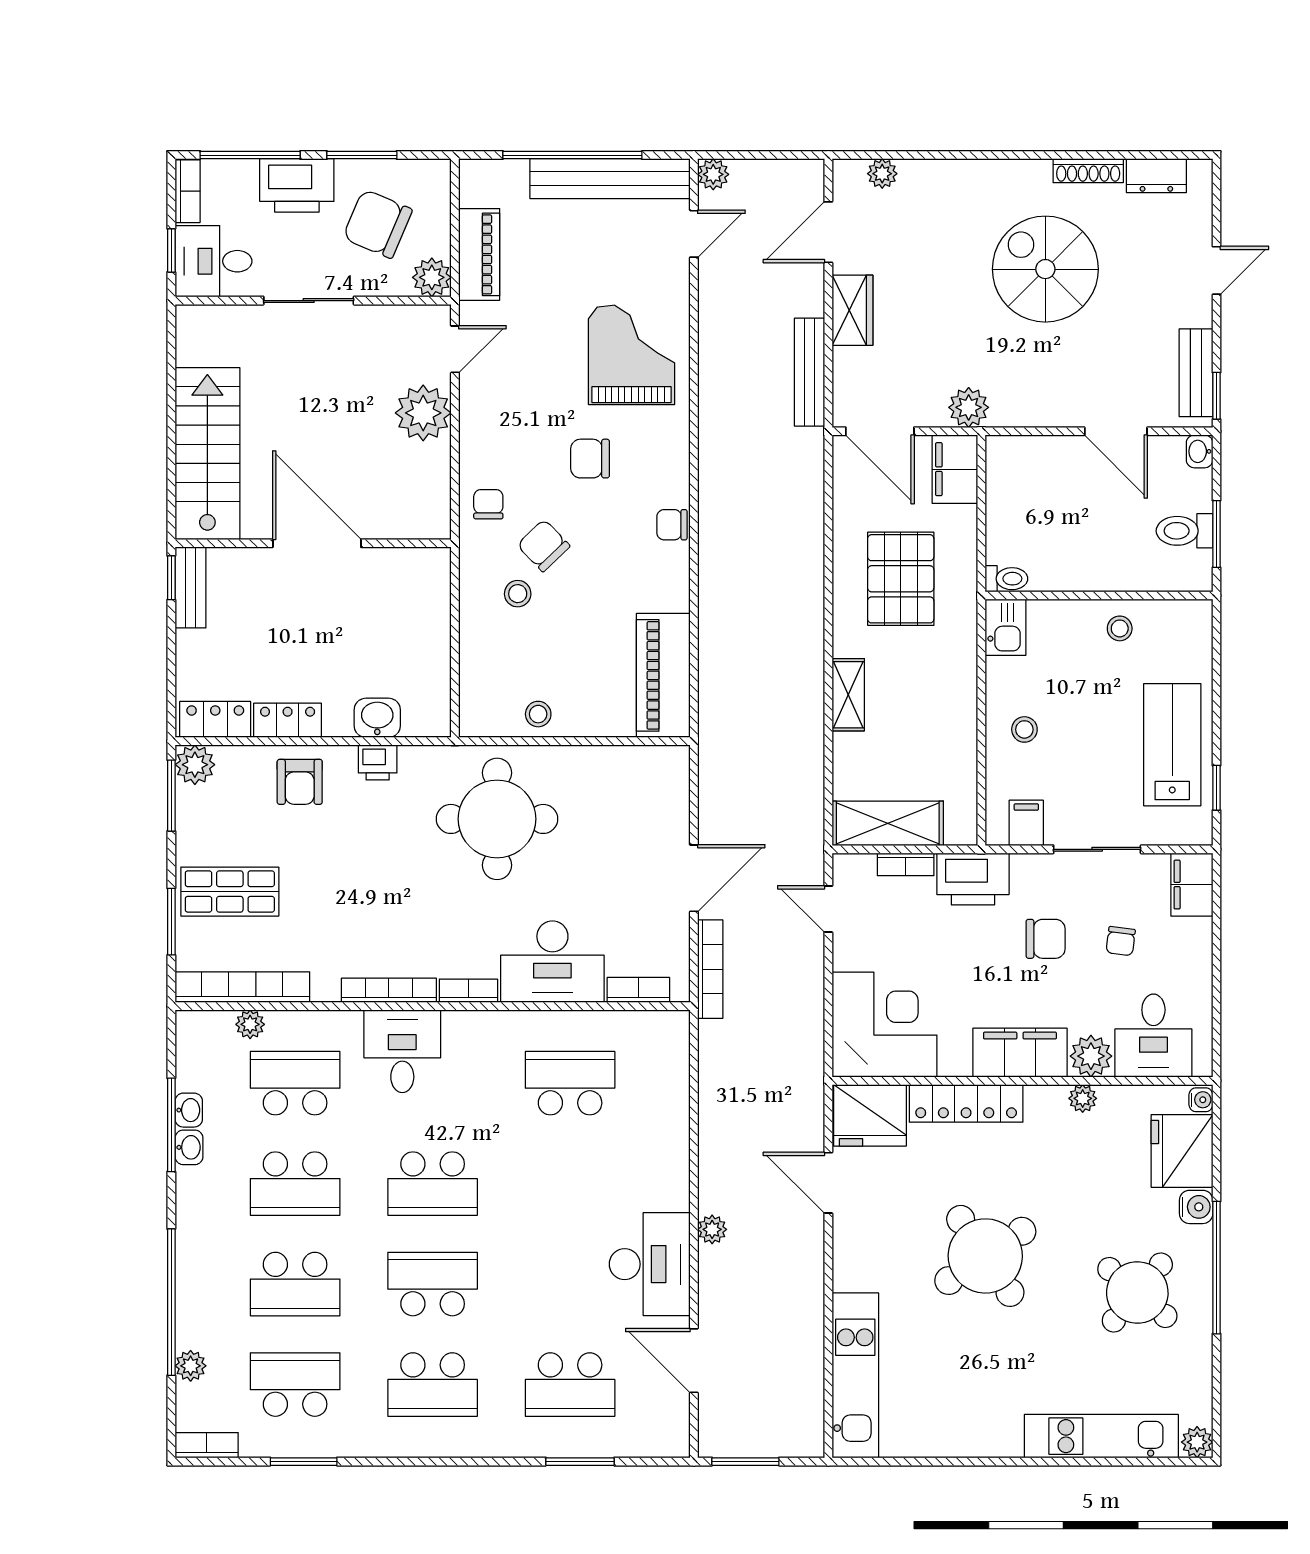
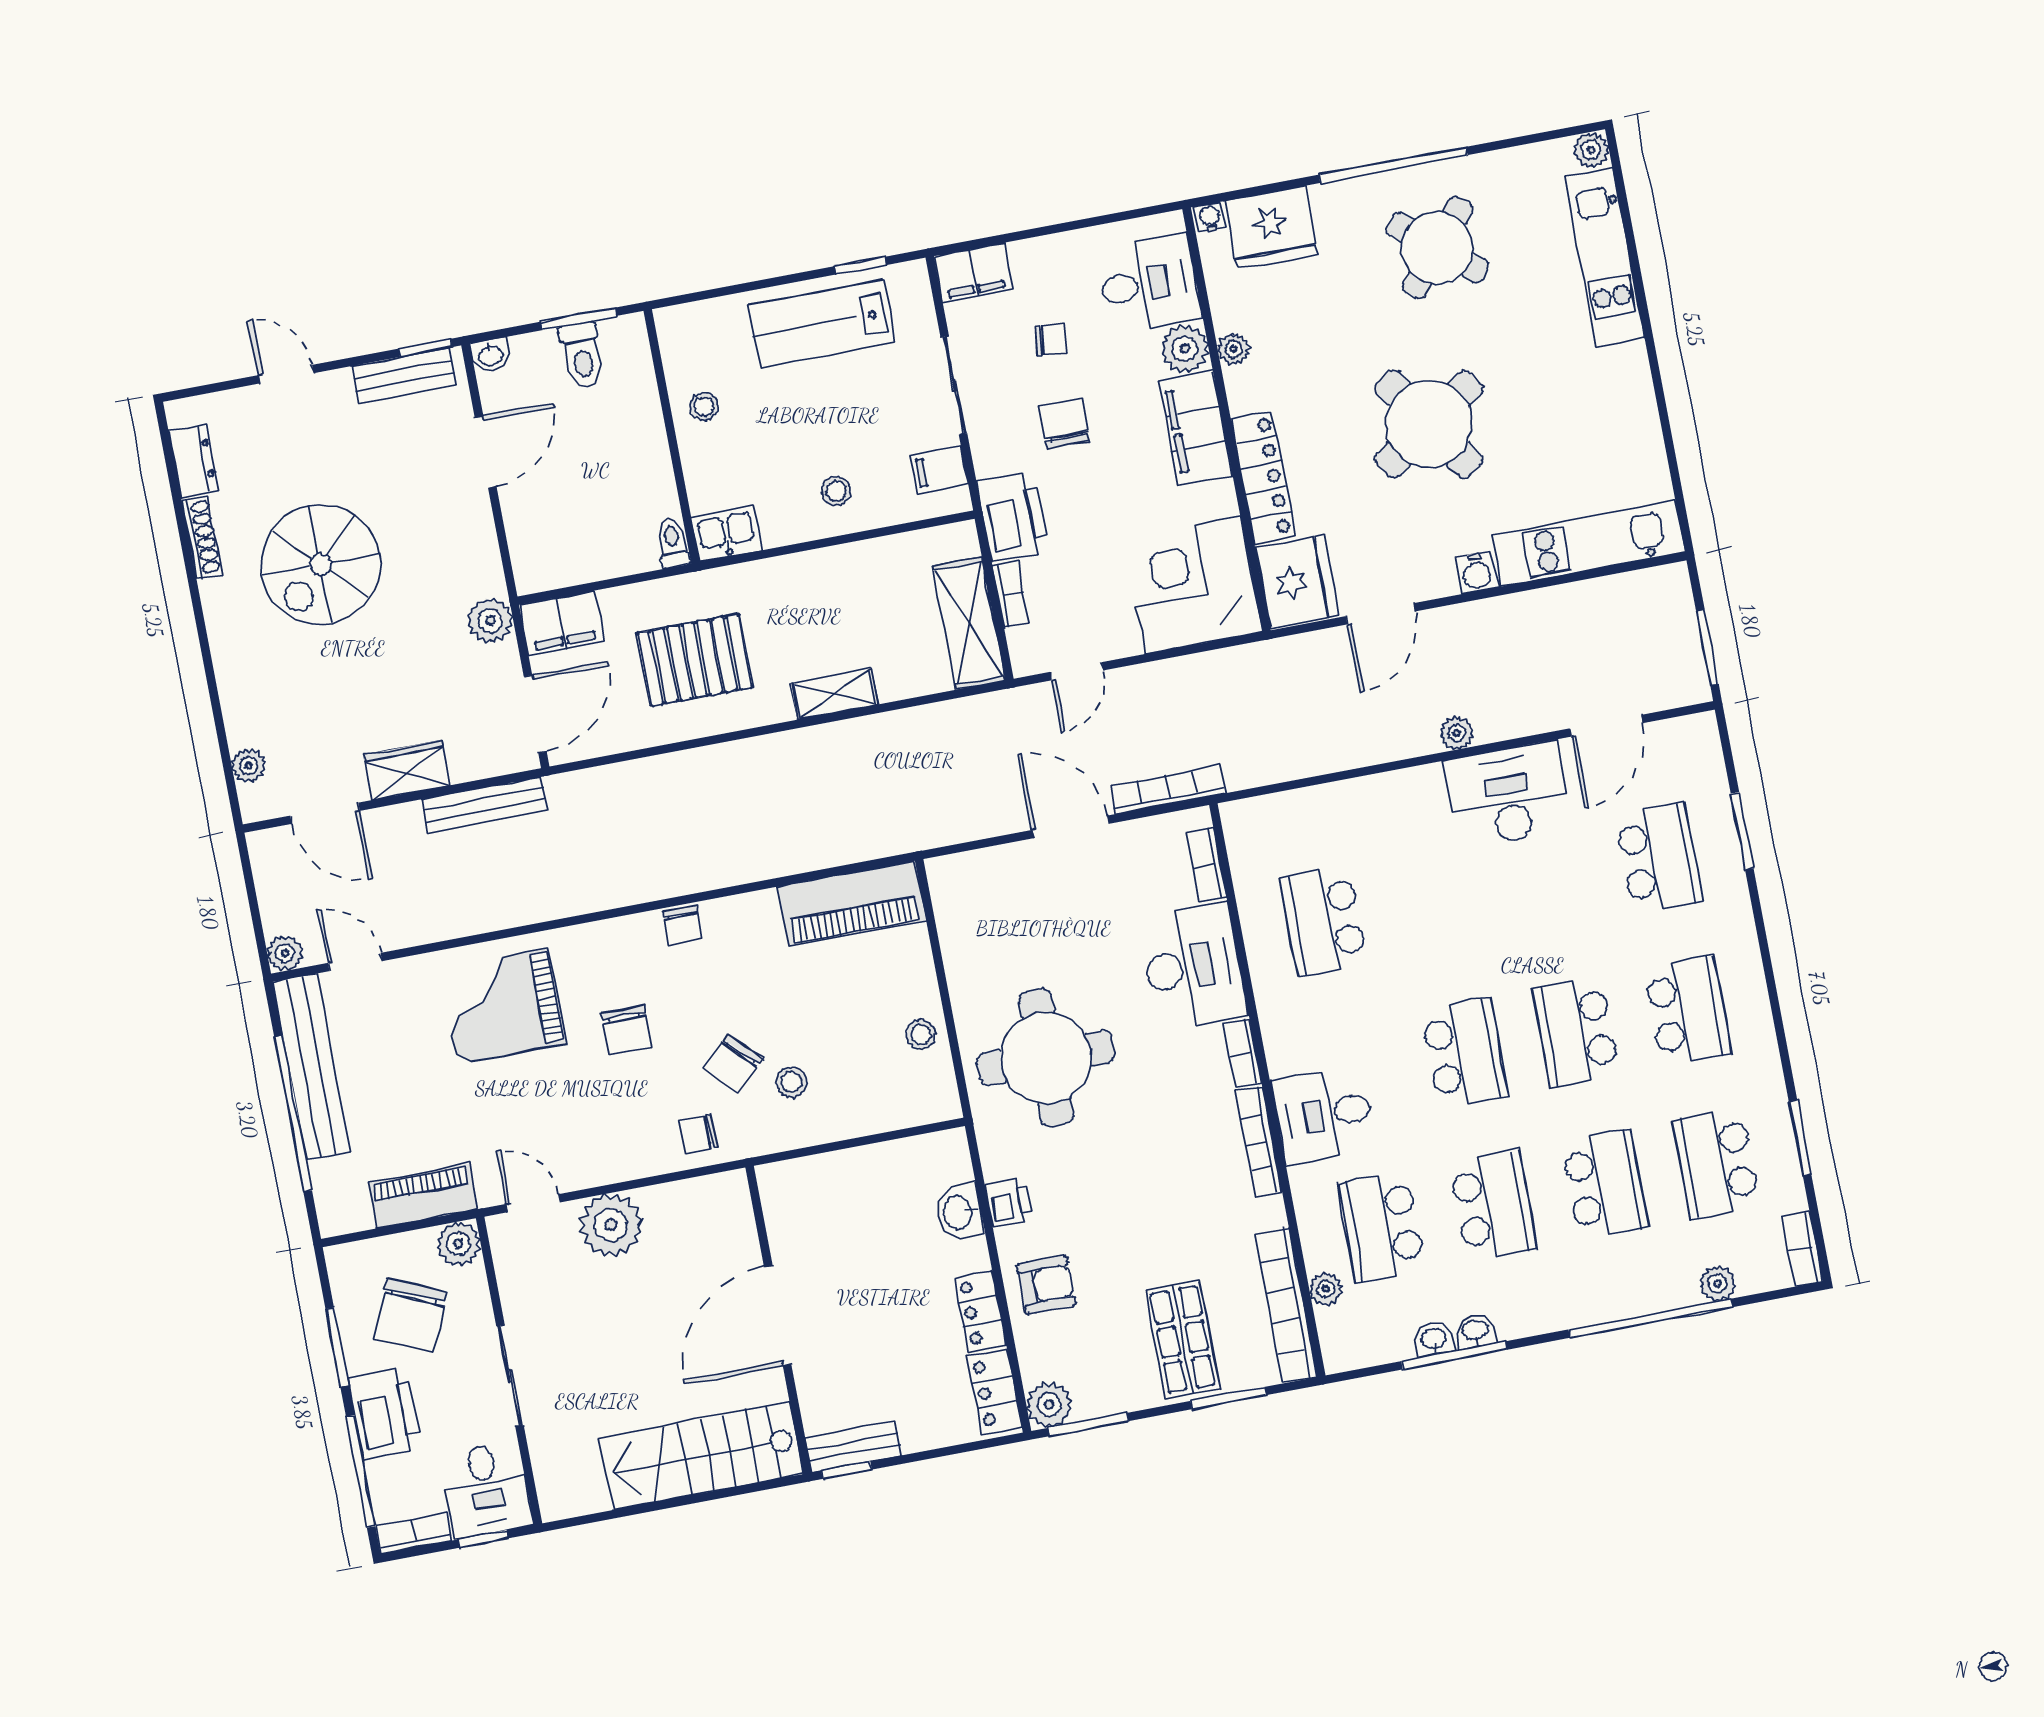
water cooler: (1196, 1207) -> (1477, 572), moved, turned 180

